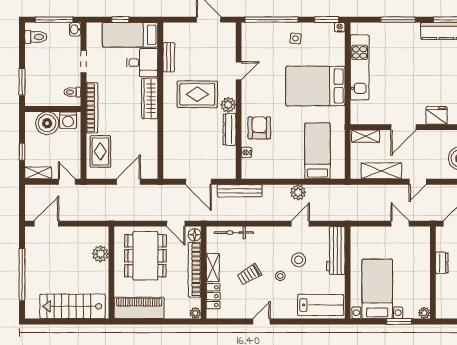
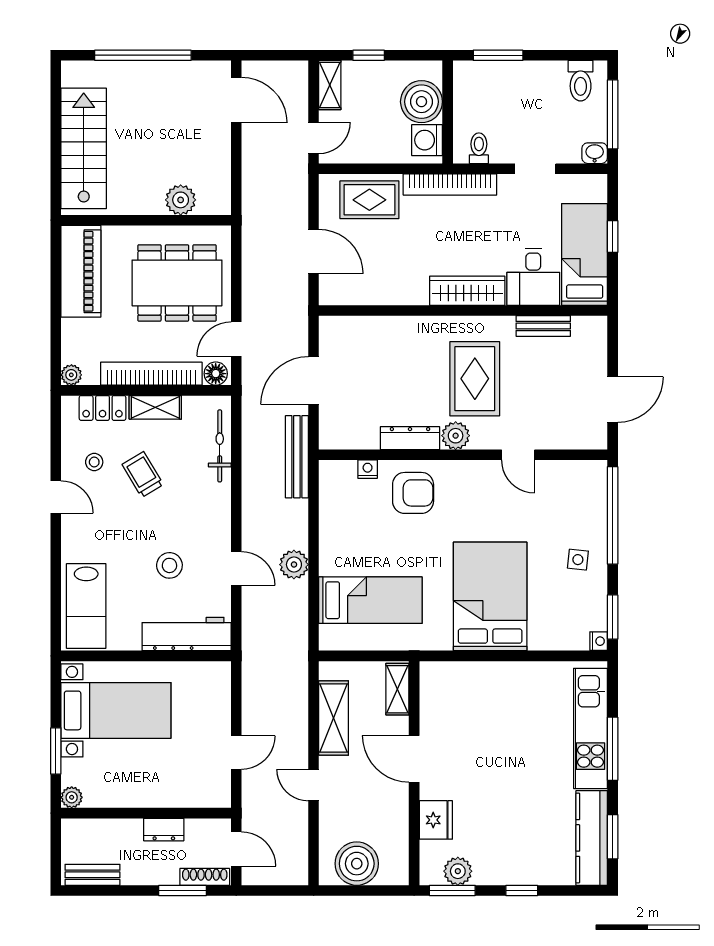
kitchen unit: (360, 67) -> (591, 728), moved, turned 90
stool: (280, 276) -> (94, 462), moved

